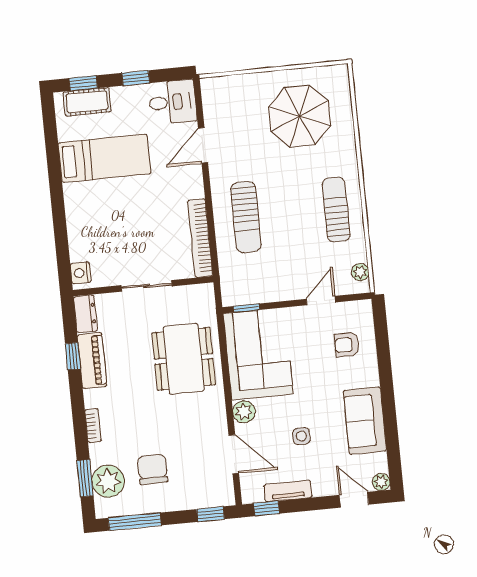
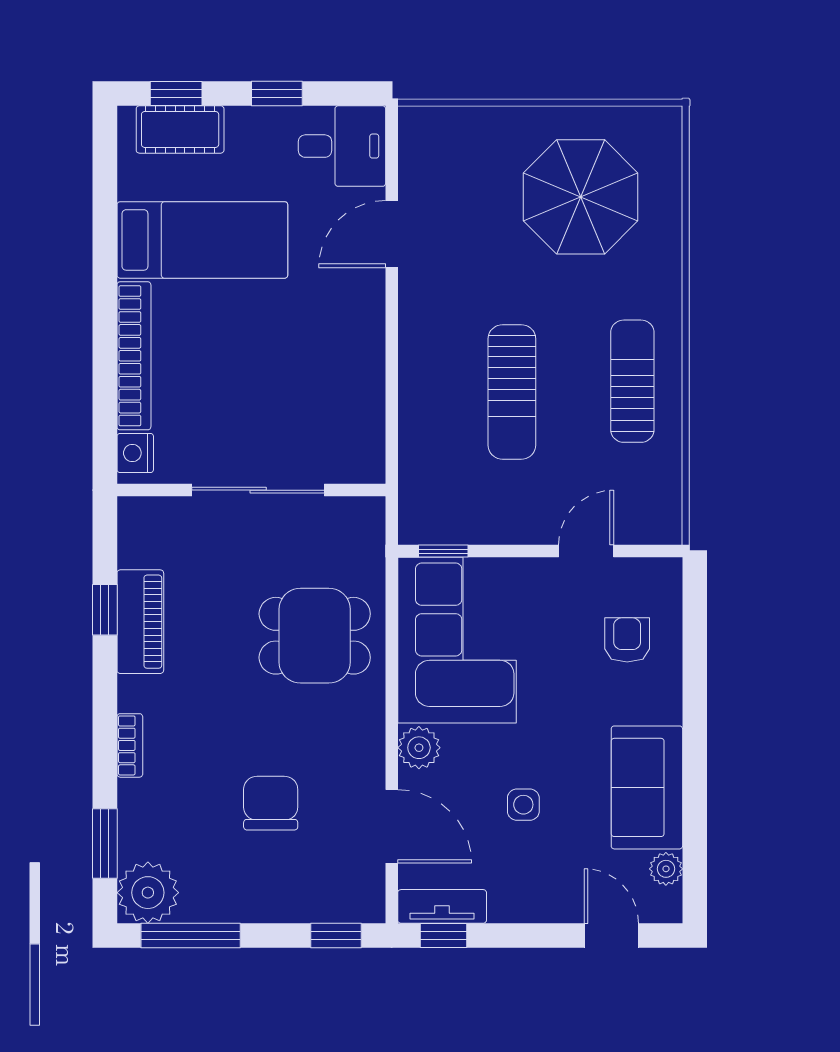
sun lounger: (246, 217) -> (512, 392), moved
bookcase: (200, 238) -> (134, 356), moved, turned 180
plant: (360, 272) -> (666, 505), removed
sliding door: (147, 286) -> (258, 490), width x1.37
dresser: (85, 314) -> (137, 532), removed
armchair: (347, 345) -> (627, 640), turned 90
dining table: (184, 359) -> (315, 636), width x0.73
chair: (153, 469) -> (271, 803), moved
plant: (108, 481) -> (148, 893), moved
plant: (381, 482) -> (666, 869), moved
tv unit: (288, 491) -> (442, 906), moved

